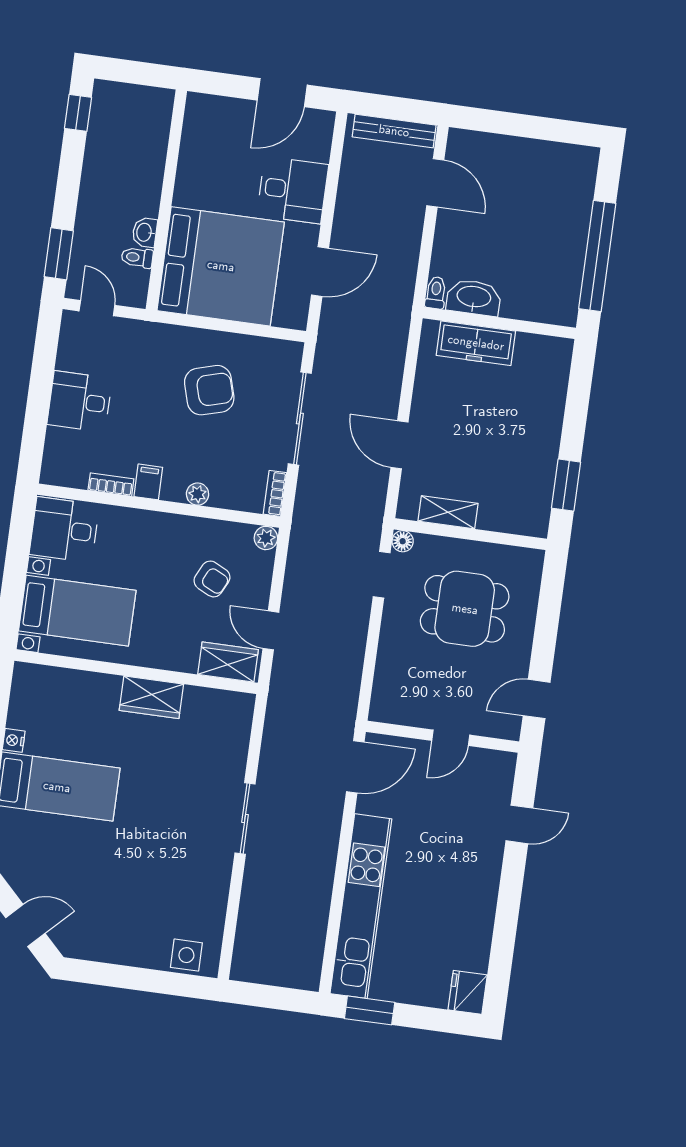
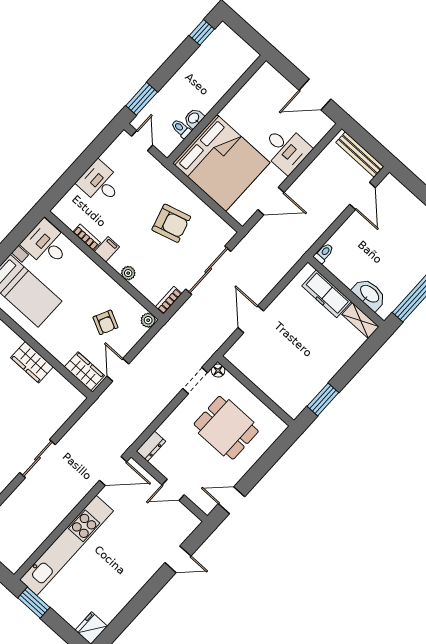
washbasin: (474, 298) -> (369, 294), moved
shelving: (448, 512) -> (360, 321), moved
dresser: (383, 701) -> (151, 446), added

